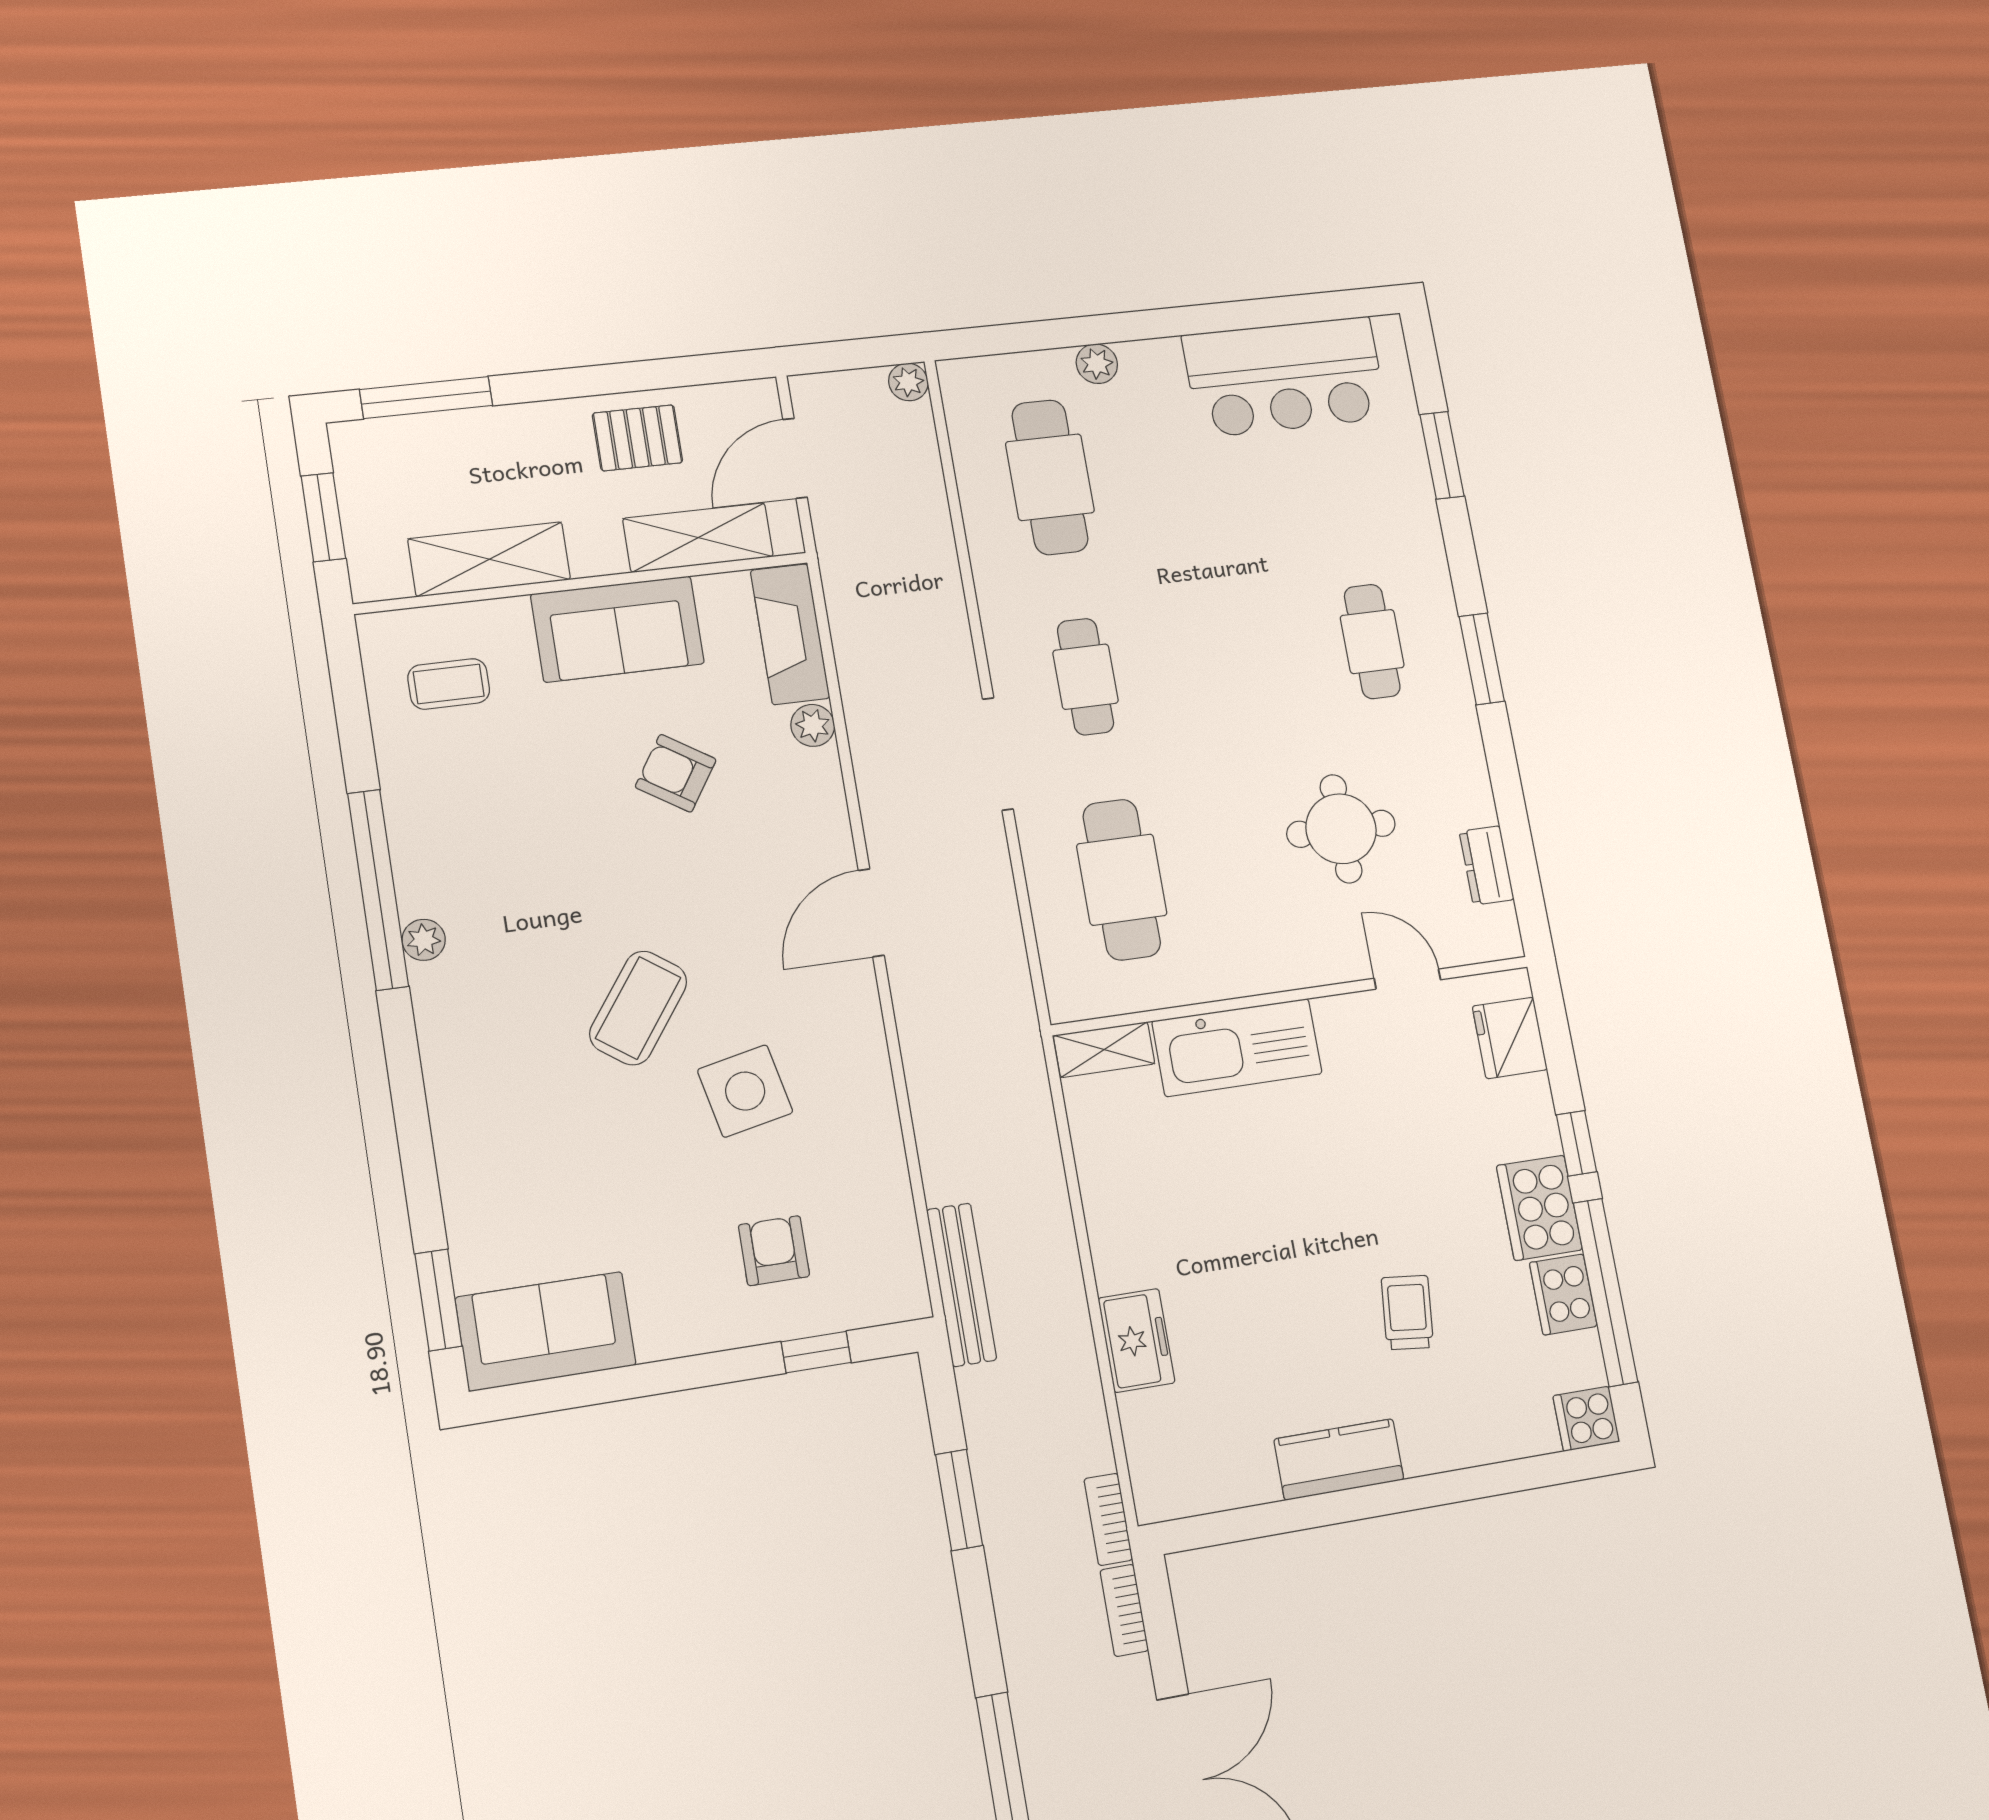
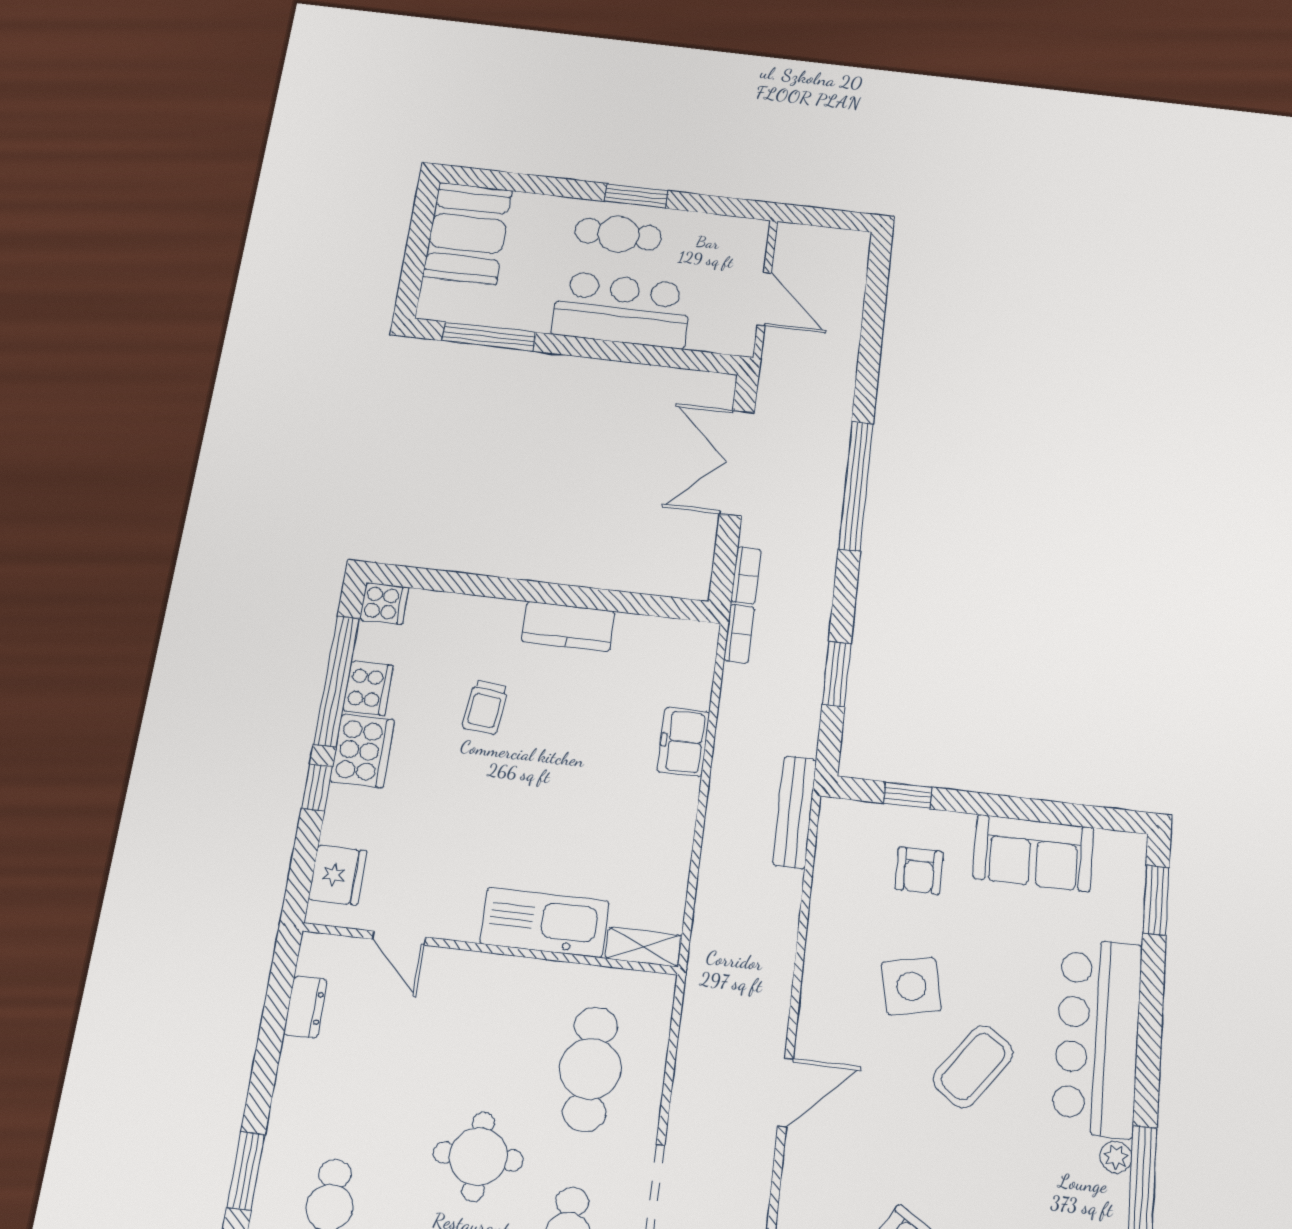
round table: (1341, 829) -> (478, 1157), moved
bar counter: (481, 1090) -> (1097, 1037), added
sofa: (546, 1331) -> (1034, 853), moved

